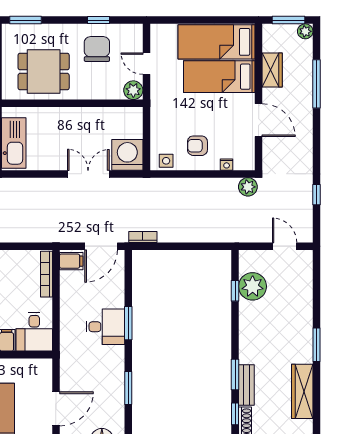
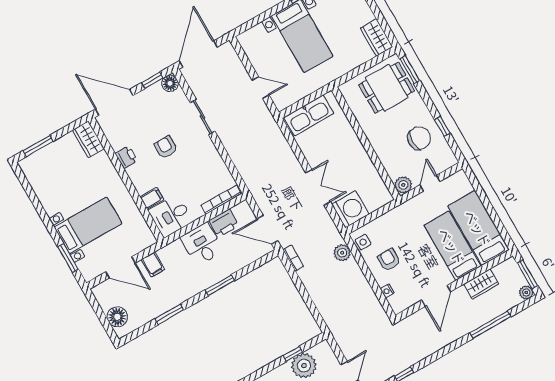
dining table: (44, 72) -> (387, 88), moved, turned 90
plant: (248, 187) -> (342, 253), moved
filing cabinet: (71, 261) -> (153, 264), moved
printer: (71, 285) -> (224, 223), added
desk: (105, 327) -> (202, 244), moved, turned 180

